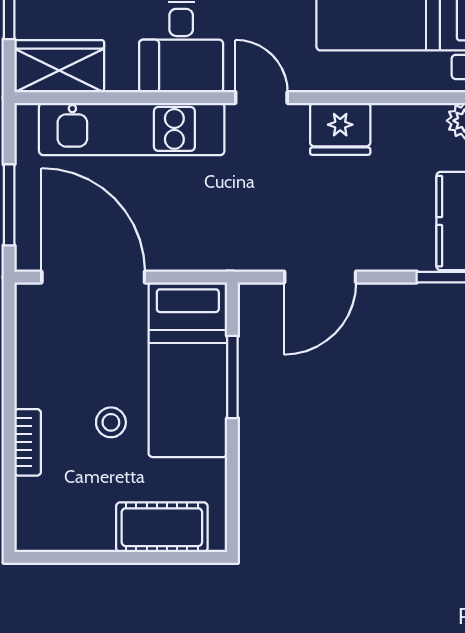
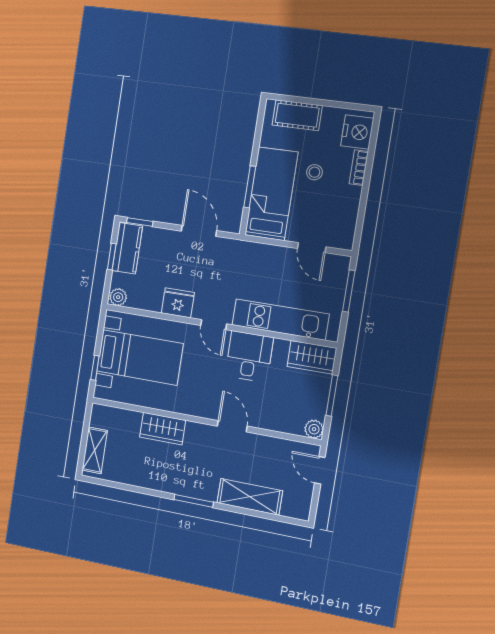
door: (93, 277) -> (312, 248), width x0.53
door: (320, 277) -> (199, 231), hinge flipped
nightstand: (42, 510) -> (357, 132), added

